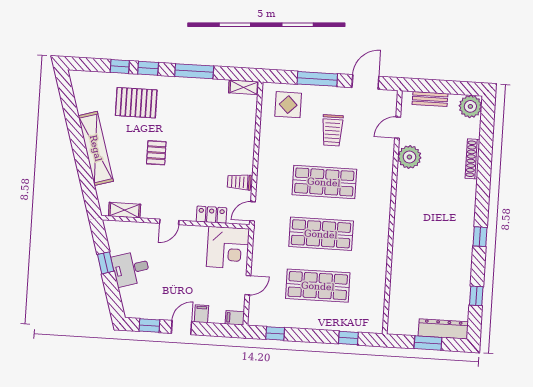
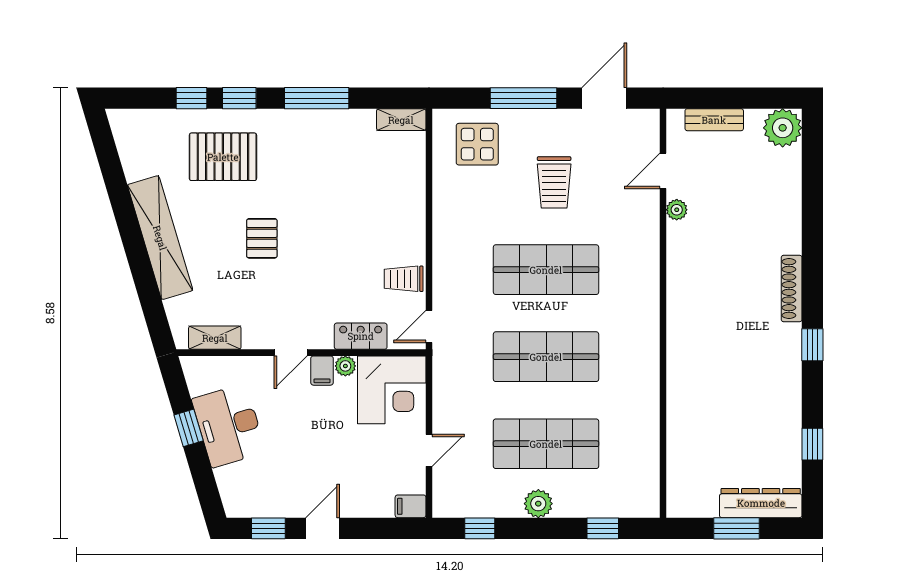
plant: (409, 157) -> (677, 210), width x0.53, depth x0.53
shoe rack: (472, 159) -> (792, 289), moved
plant: (201, 232) -> (345, 366), added
desk: (131, 269) -> (229, 426), width x1.37
filing cabinet: (201, 314) -> (322, 371), moved, turned 180
plant: (311, 321) -> (538, 504), added

